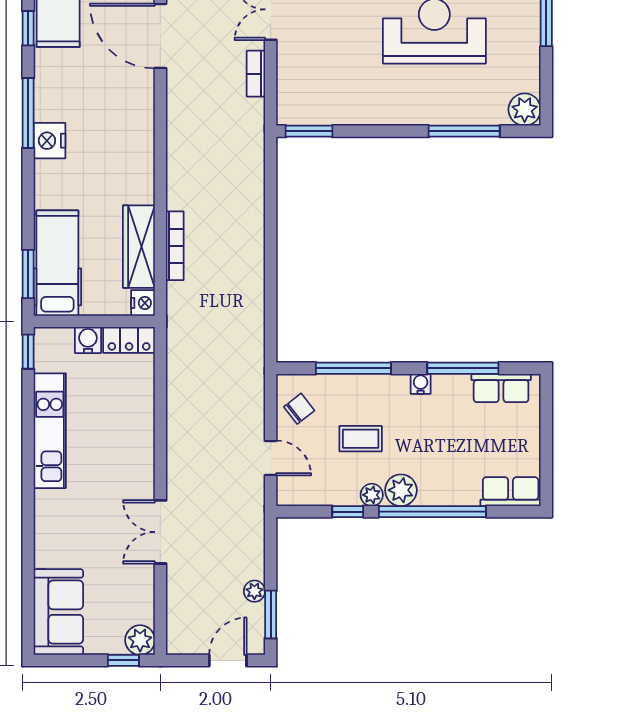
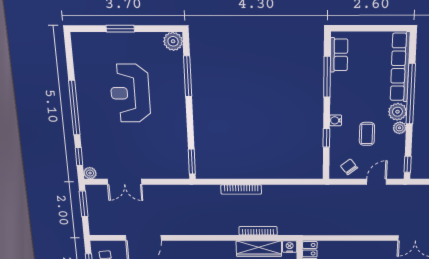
bookcase: (256, 74) -> (241, 189), moved, width x1.56
window: (353, 368) -> (326, 138), width x0.46
water cooler: (421, 384) -> (336, 120), moved
row of seats: (511, 492) -> (400, 67), width x2.02
window: (348, 512) -> (408, 164), moved

